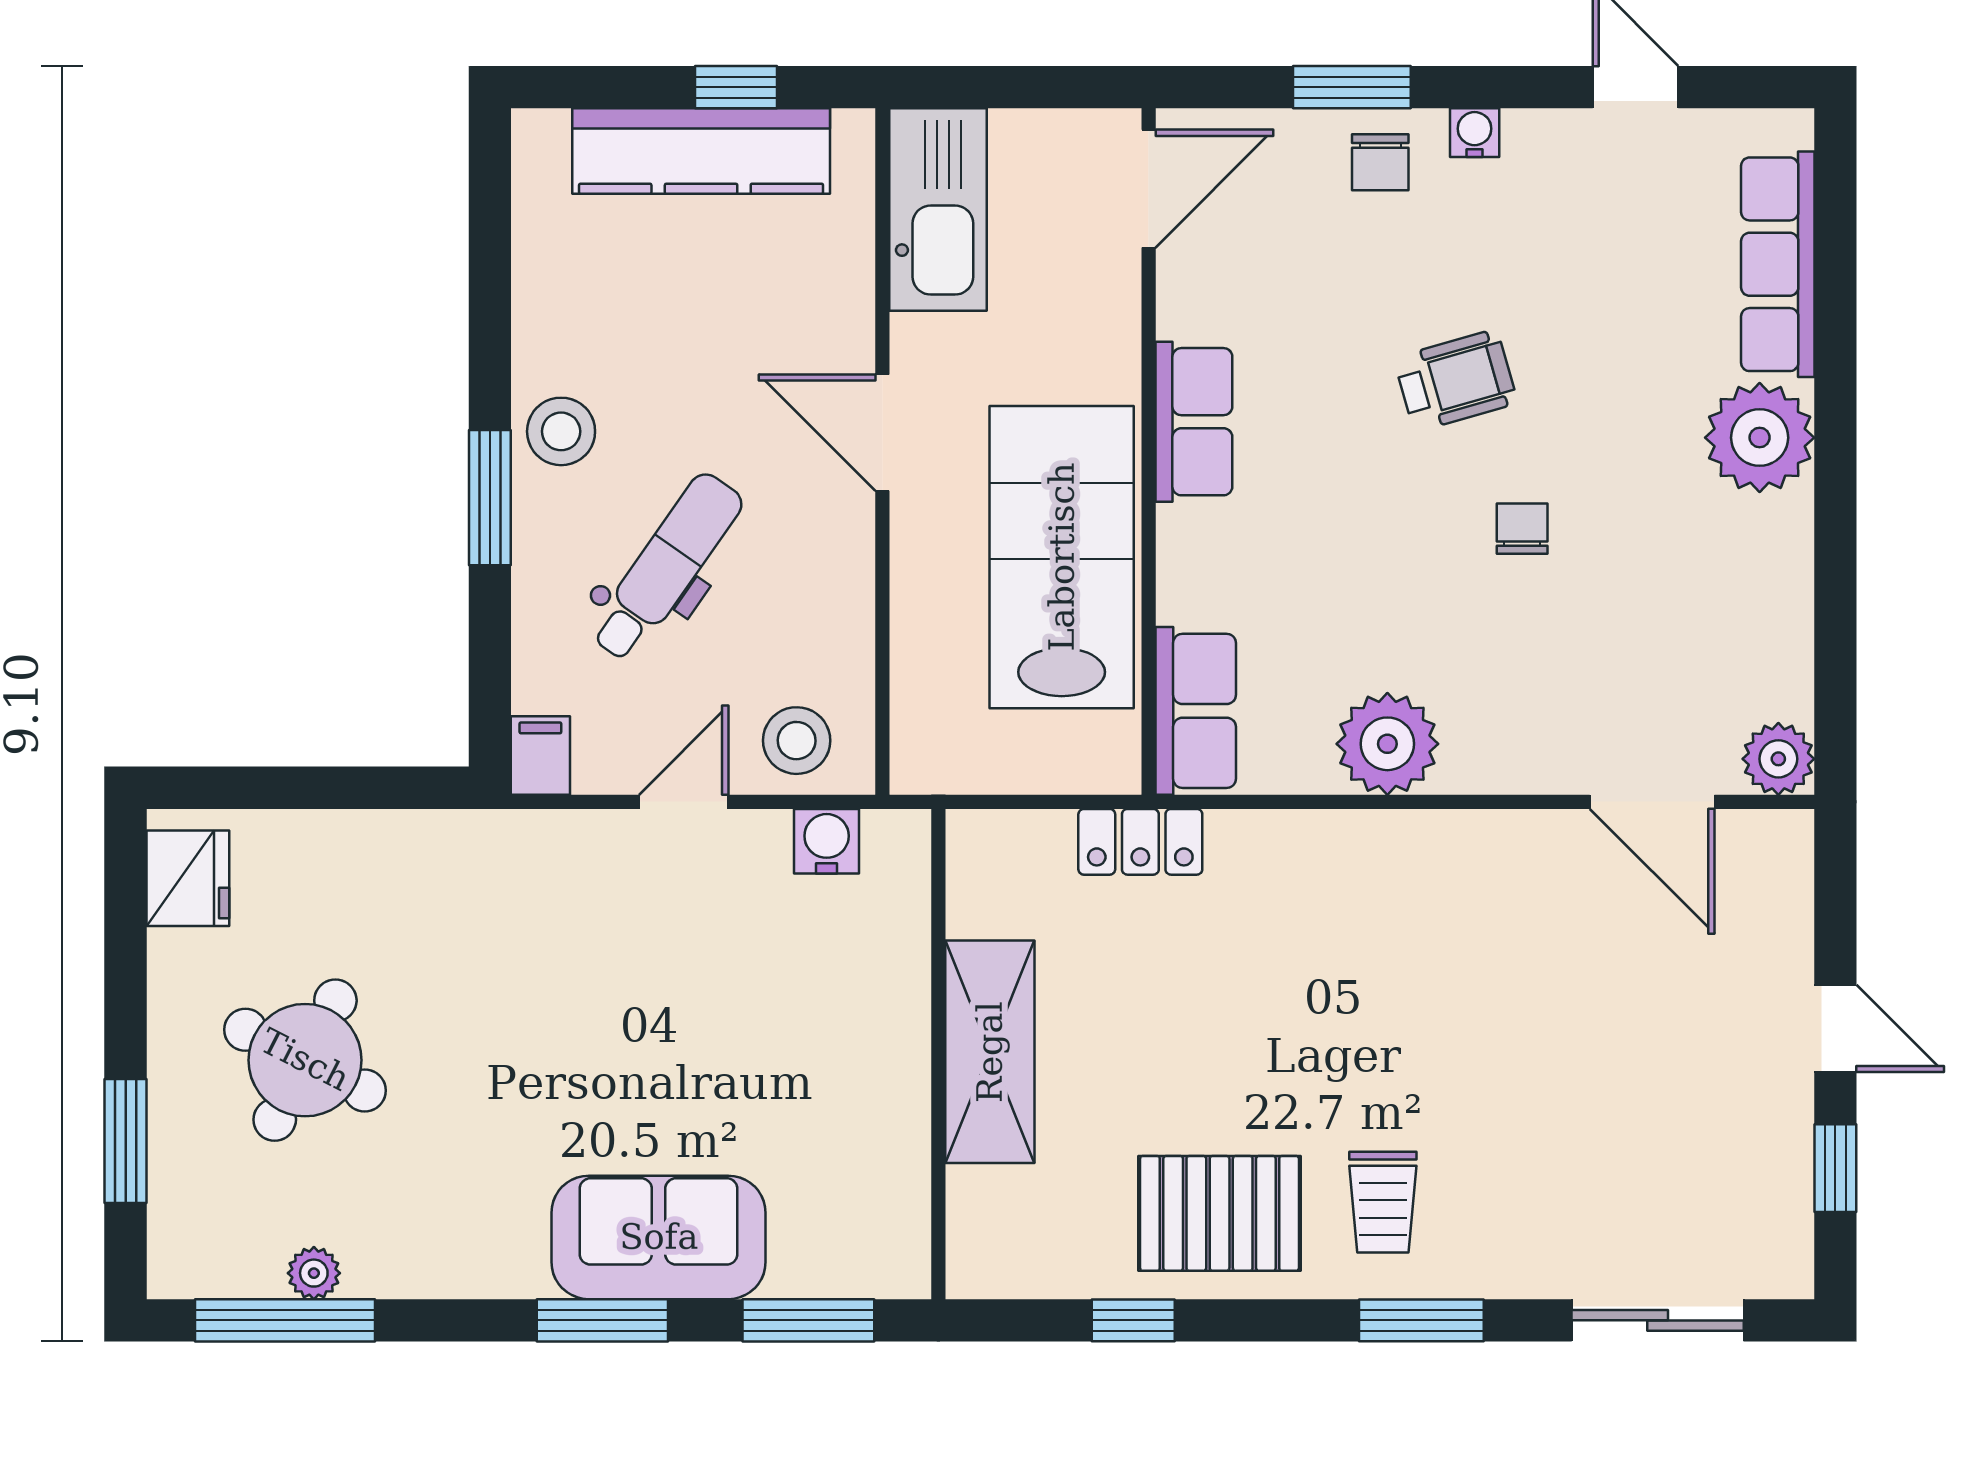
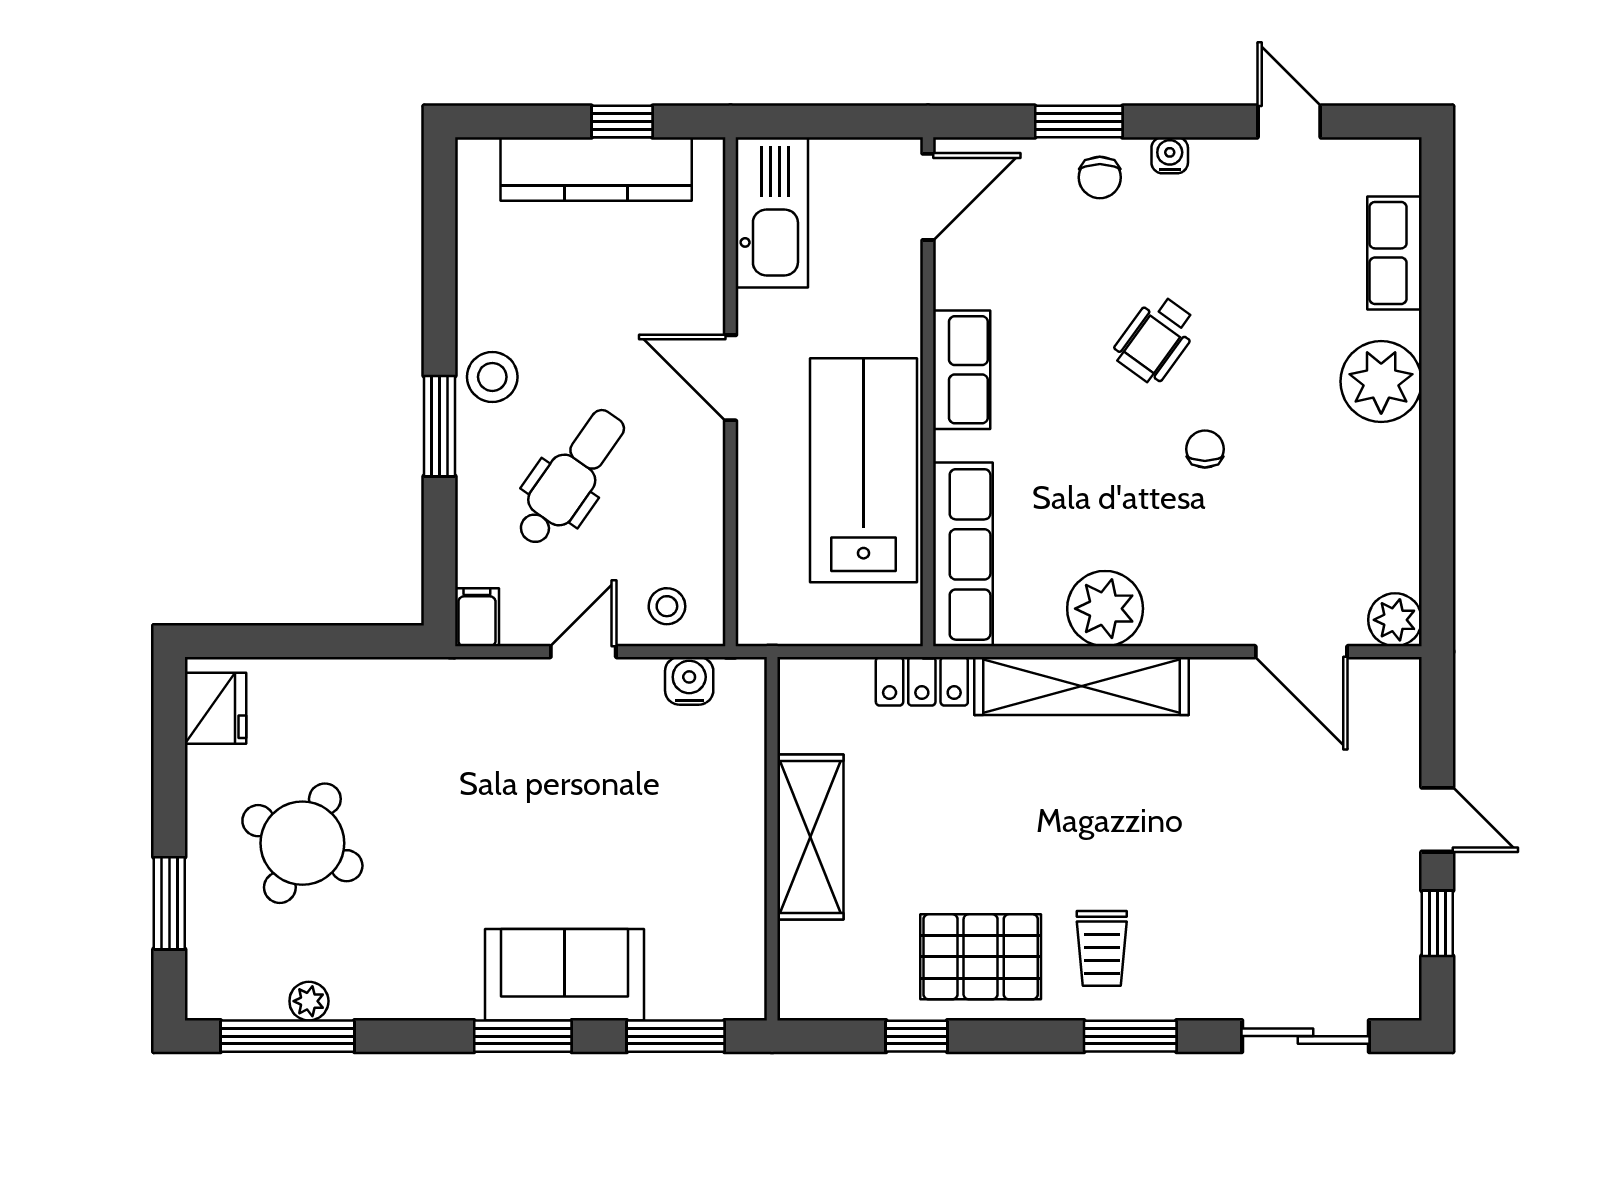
row of seats: (1778, 264) -> (1395, 253), width x0.68
wheelchair: (1456, 380) -> (1156, 339), turned 142
row of seats: (1196, 711) -> (963, 554), width x1.48
stool: (797, 741) -> (667, 606), width x0.73, depth x0.73
shelving: (1356, 848) -> (1081, 686), added

